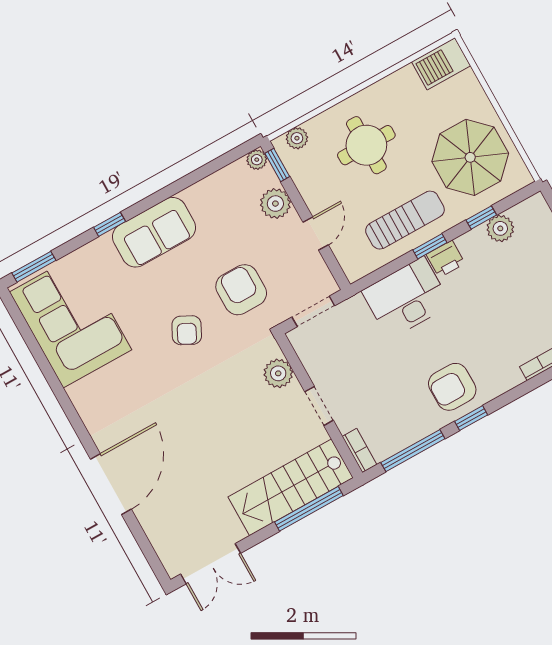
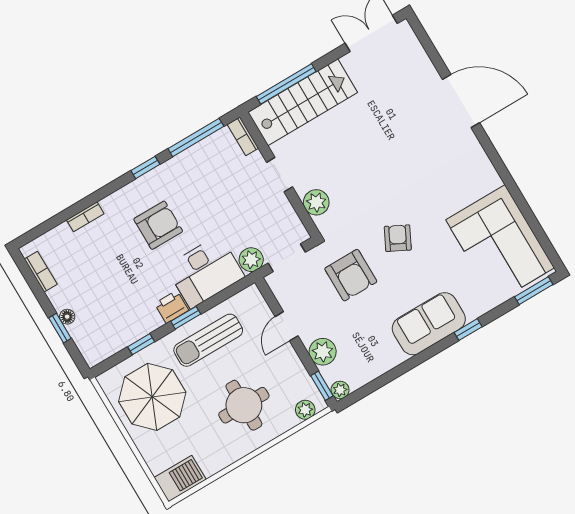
plant: (500, 228) -> (251, 260), moved
armchair: (452, 387) -> (158, 225), moved
door: (111, 484) -> (461, 101), swing flipped

